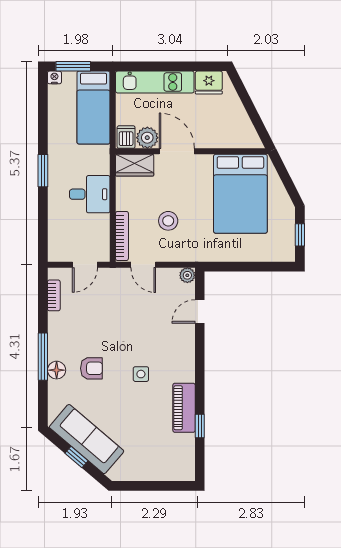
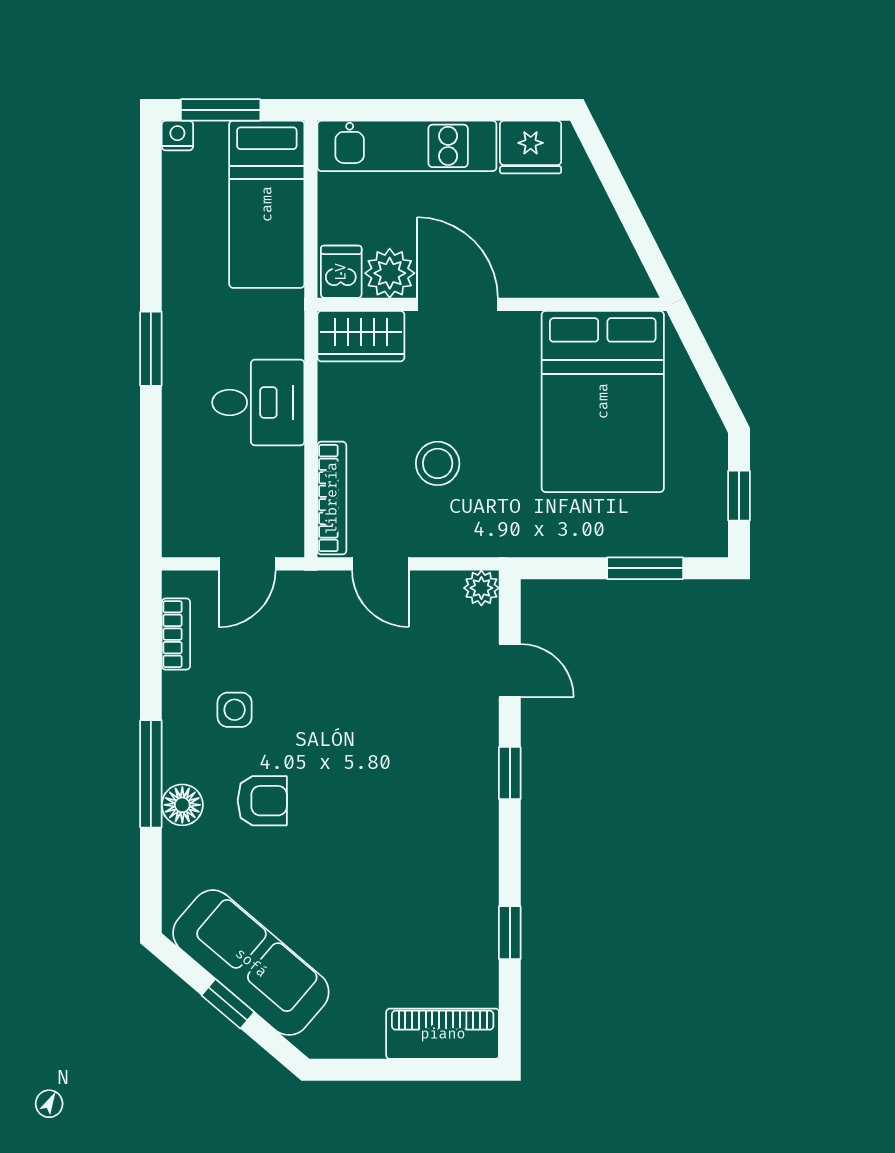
window: (259, 267) -> (645, 568), added
door: (200, 311) -> (510, 671), swing flipped
window: (200, 356) -> (510, 773), added
side table: (141, 374) -> (235, 710), moved
piano: (184, 408) -> (443, 1034), moved, turned 90

